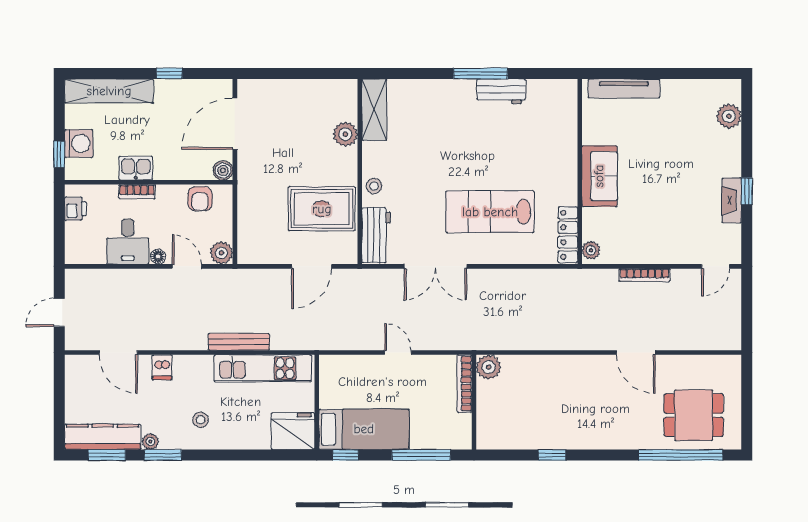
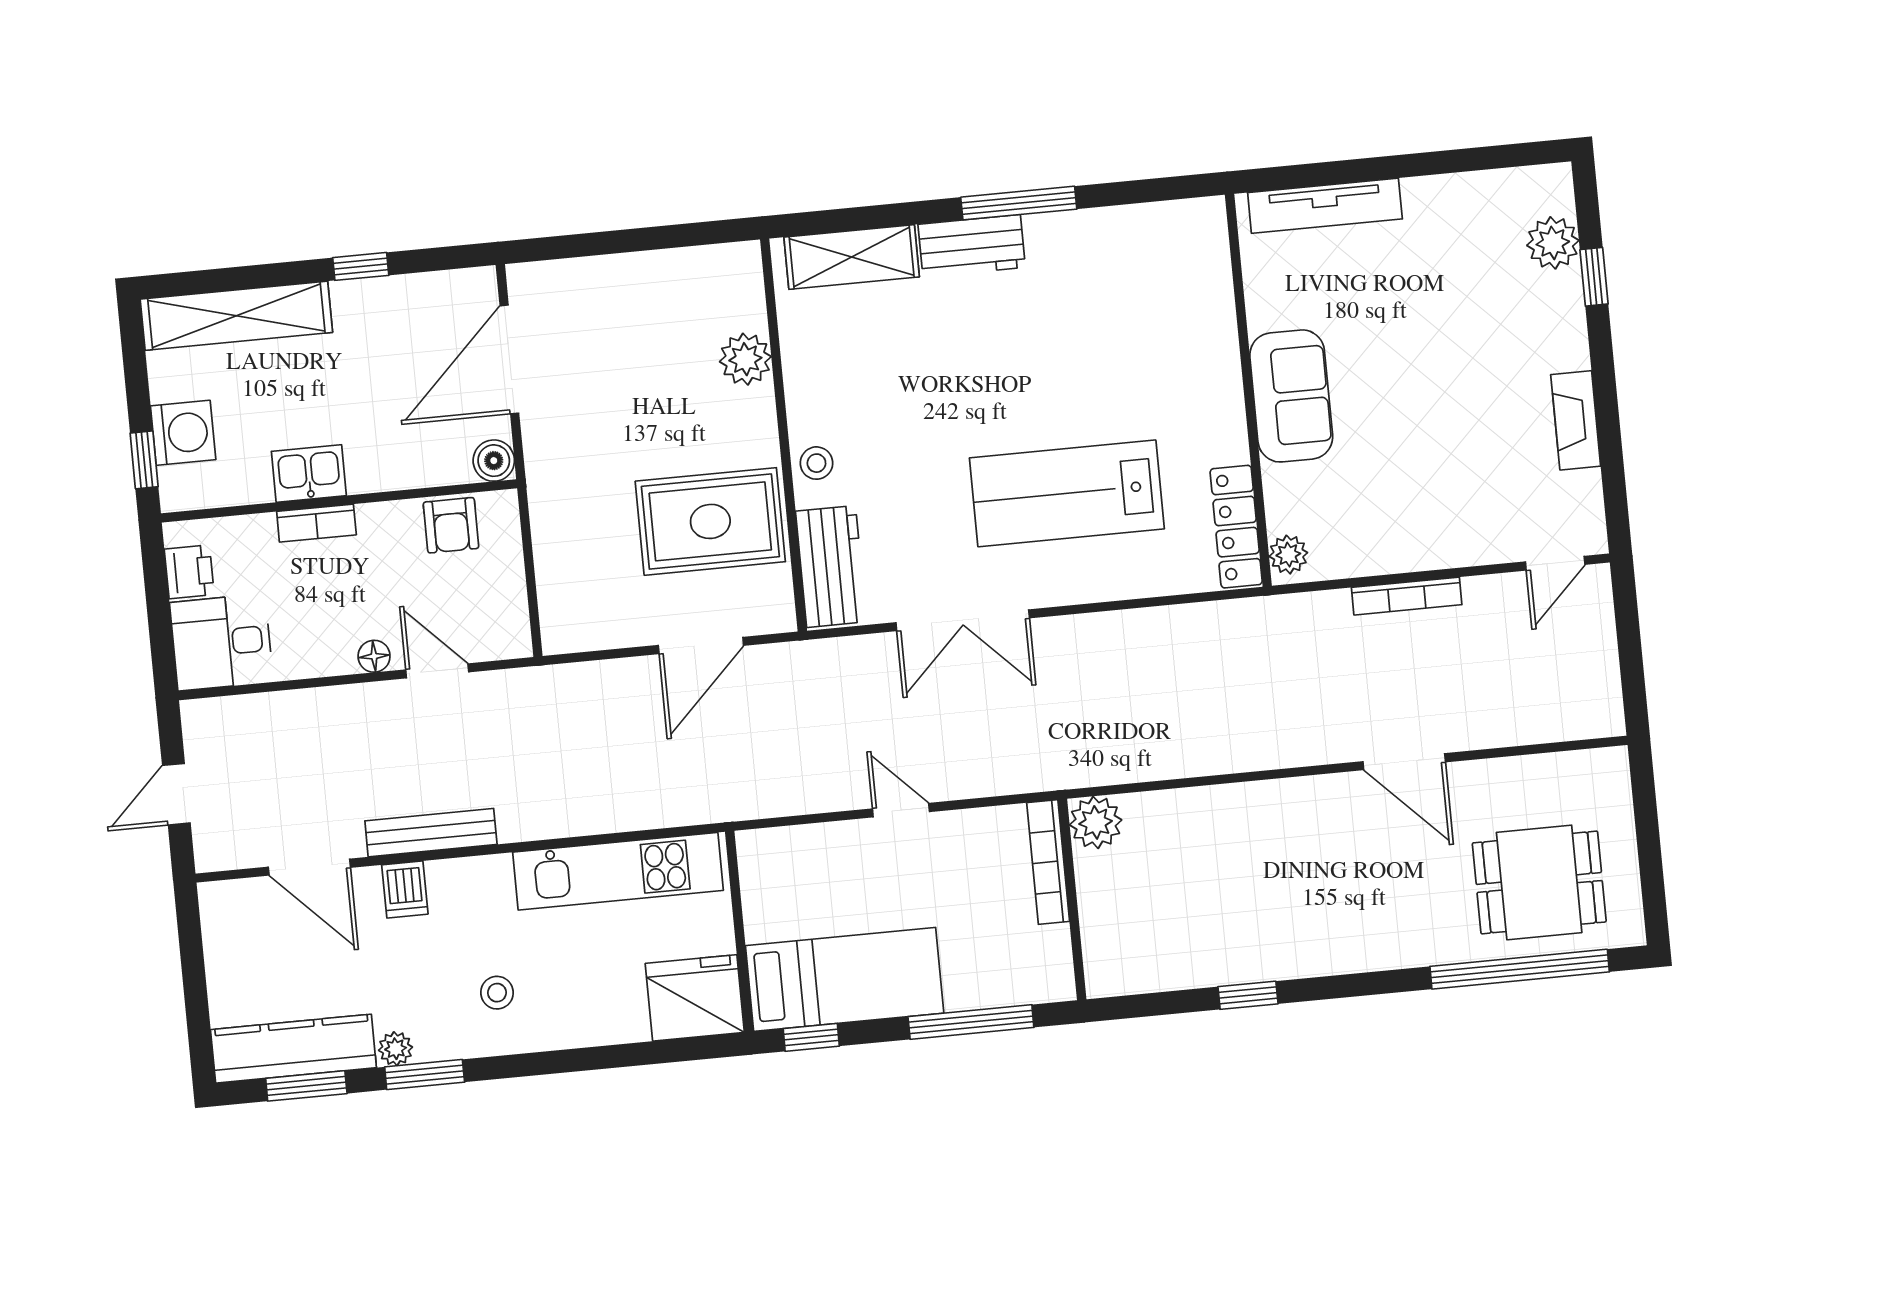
workbench: (501, 91) -> (972, 246), moved
shelving: (374, 110) -> (852, 257), moved, turned 90
window: (747, 191) -> (1594, 277), moved
desk: (128, 242) -> (221, 642), moved, turned 90
plant: (221, 253) -> (507, 635), removed
bench: (239, 342) -> (431, 833), moved

